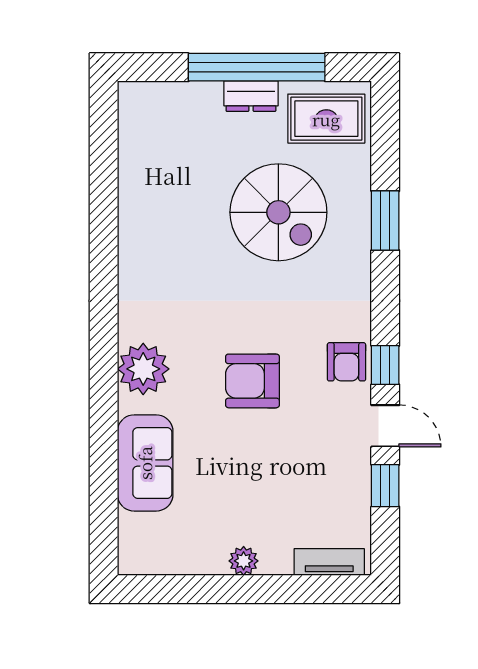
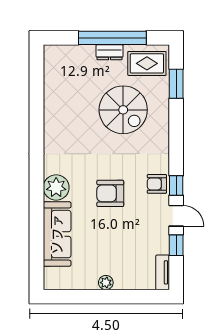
window: (385, 221) -> (176, 84), moved
armchair: (346, 362) -> (157, 184), turned 90
sofa: (145, 463) -> (57, 234), width x1.36
tv unit: (329, 562) -> (163, 272), moved, turned -90

